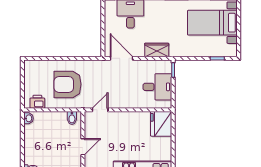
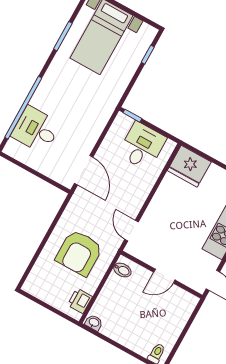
wardrobe: (157, 50) -> (97, 122), removed
door: (122, 58) -> (84, 170), swing flipped
door: (83, 147) -> (164, 276), swing flipped

